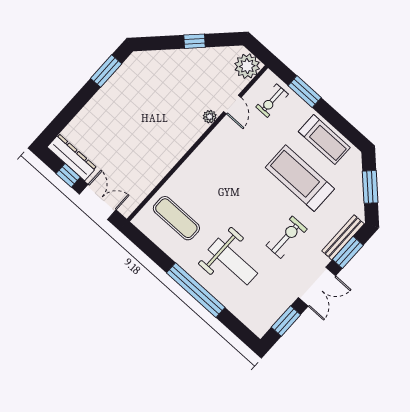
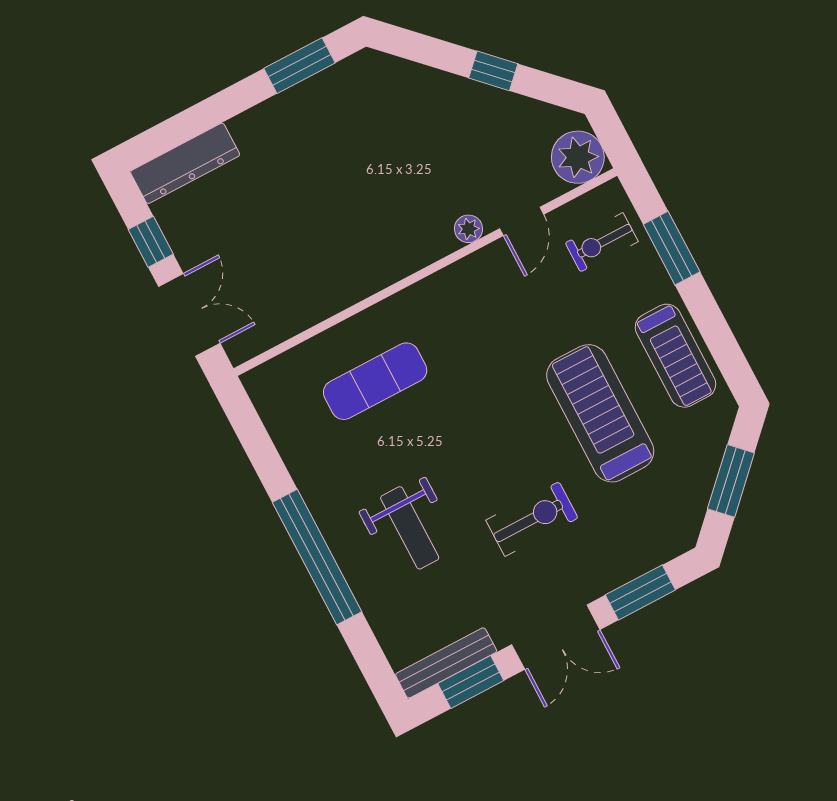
dresser: (72, 157) -> (185, 163), moved, turned 90
exercise mat: (176, 218) -> (375, 381), moved, turned 90
bench: (343, 237) -> (446, 663), moved
weight bench: (233, 262) -> (410, 528), width x0.73, depth x0.75

